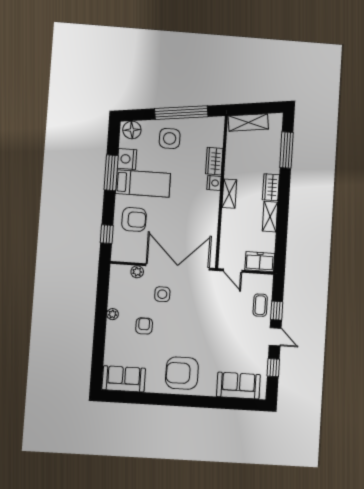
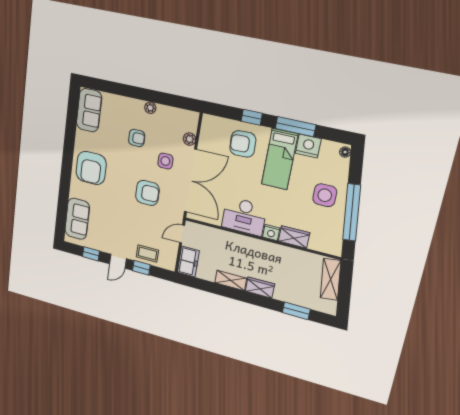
floor lamp: (132, 130) -> (345, 152), width x0.53, depth x0.53
window: (286, 150) -> (296, 311), width x0.69
shelving: (229, 194) -> (258, 246), removed
desk: (203, 211) -> (244, 216), added
armchair: (134, 219) -> (243, 144), turned 88
window: (107, 234) -> (252, 117), moved
armchair: (197, 310) -> (147, 193), added
armchair: (182, 373) -> (91, 168), turned 180

